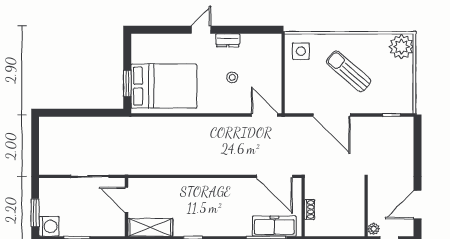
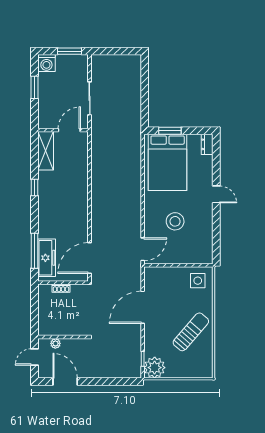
dresser: (228, 40) -> (207, 144), moved
plant: (401, 47) -> (155, 368), moved
sun lounger: (349, 71) -> (191, 332), moved
stool: (232, 77) -> (175, 221), width x1.89, depth x1.89
window: (35, 213) -> (70, 51), moved
plant: (374, 229) -> (55, 343), moved

